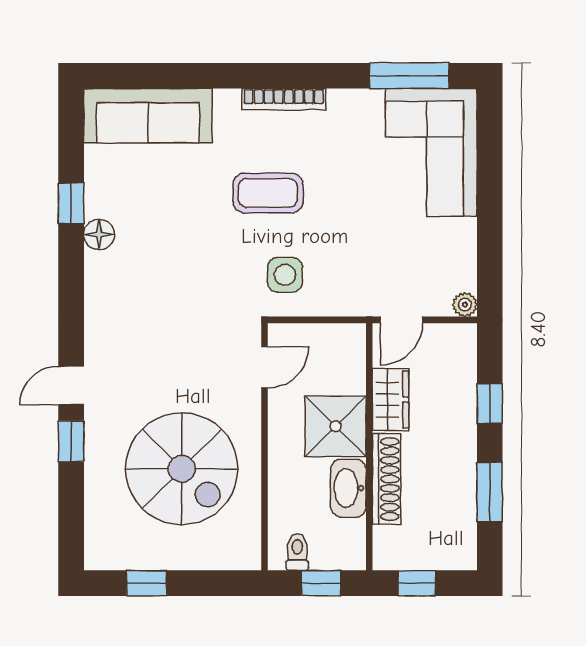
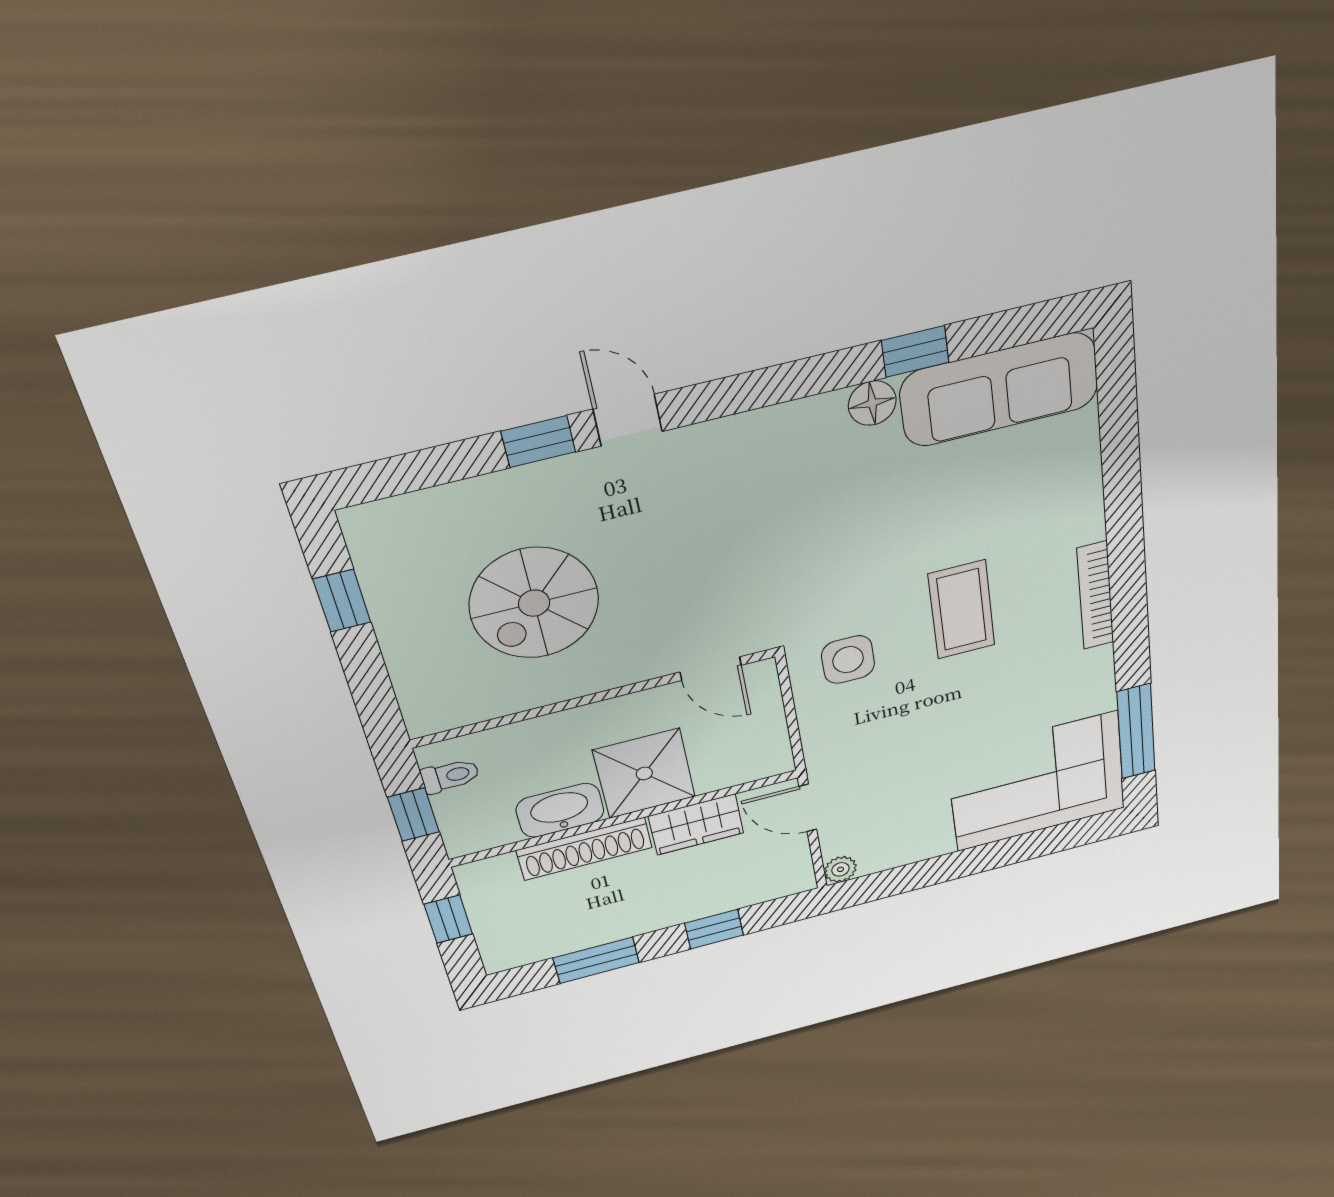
sofa: (148, 116) -> (999, 390), moved, turned -90
spiral stairs: (182, 469) -> (534, 603), width x0.73, depth x0.73

